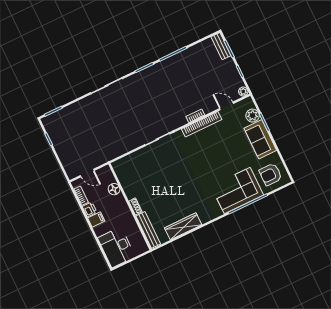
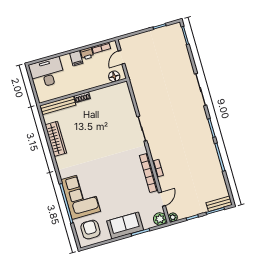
plant: (253, 116) -> (160, 219), moved
floor lamp: (114, 189) -> (114, 76), moved

